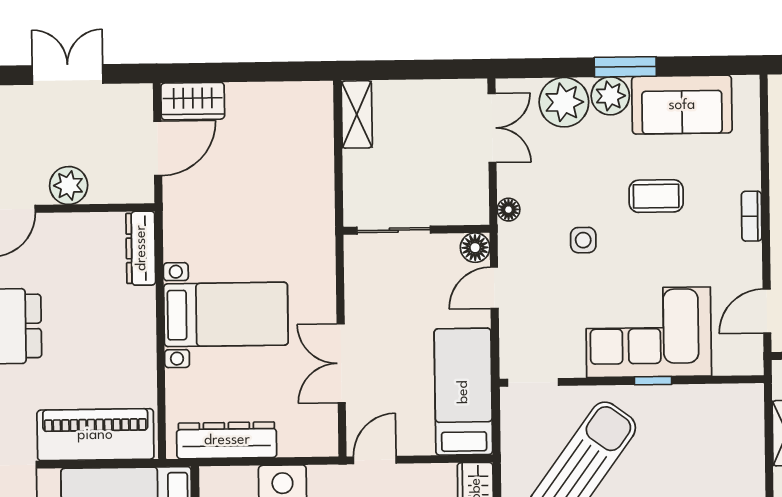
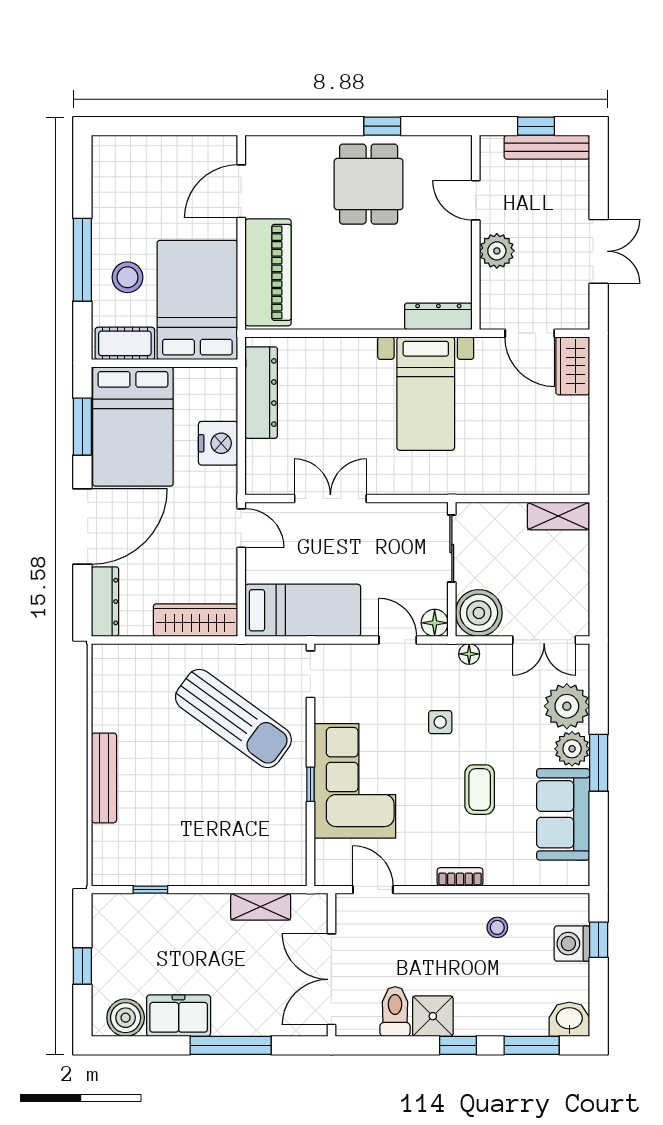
boiler: (464, 200) -> (479, 613), added
bed with nightstands: (226, 314) -> (426, 394), moved

